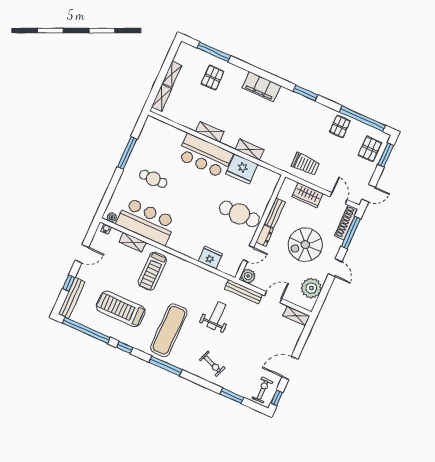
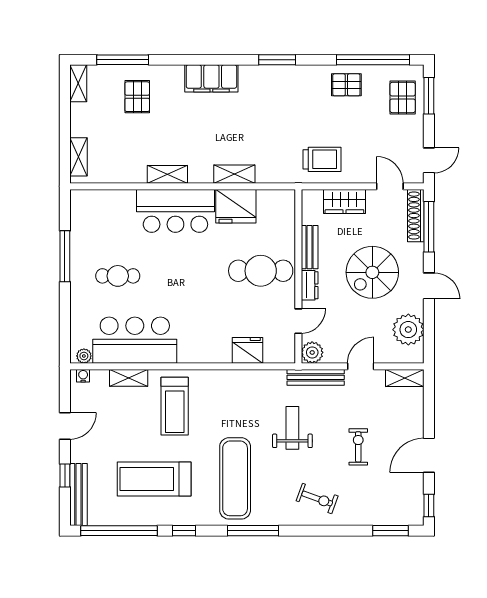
shelving: (172, 74) -> (78, 83), moved
pallet: (340, 126) -> (346, 85), turned 90
exercise bike: (262, 390) -> (358, 447), moved
window: (232, 396) -> (390, 531), moved

